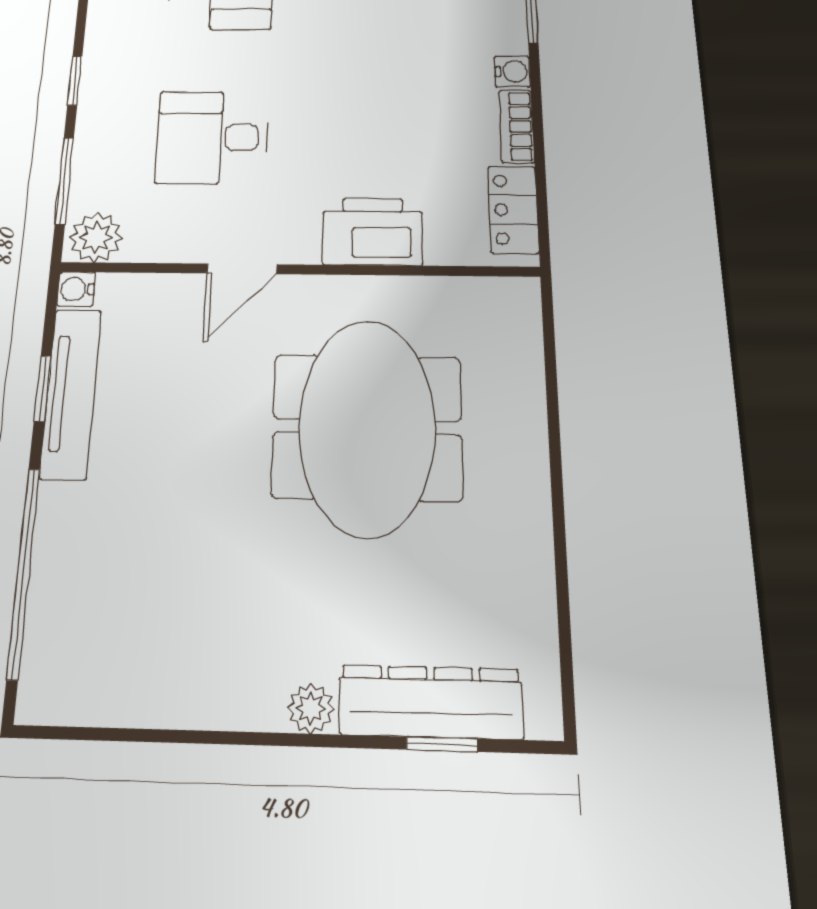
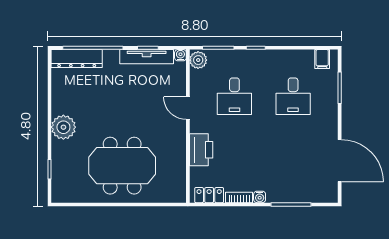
desk: (212, 137) -> (234, 96), turned 180
meeting table: (367, 427) -> (122, 166), moved
dresser: (431, 702) -> (77, 58), moved, turned 90
plant: (311, 708) -> (63, 127), width x1.88, depth x1.88

